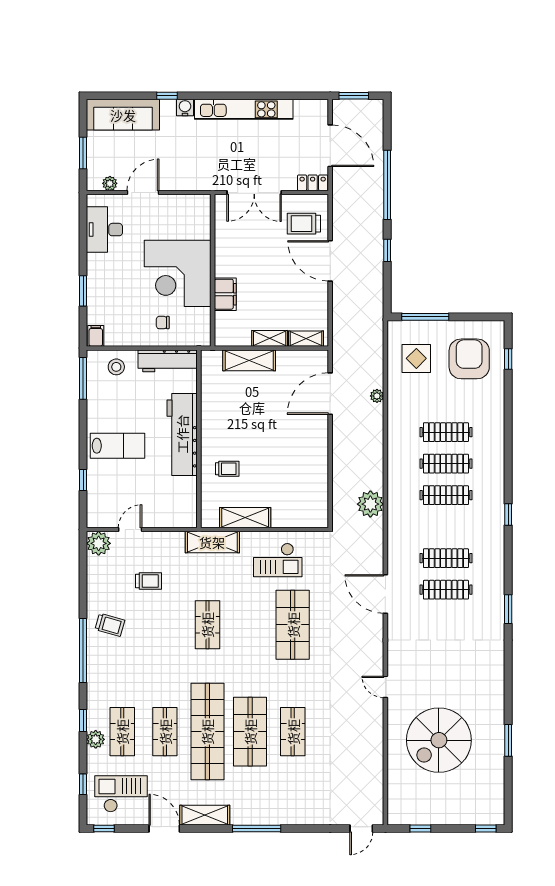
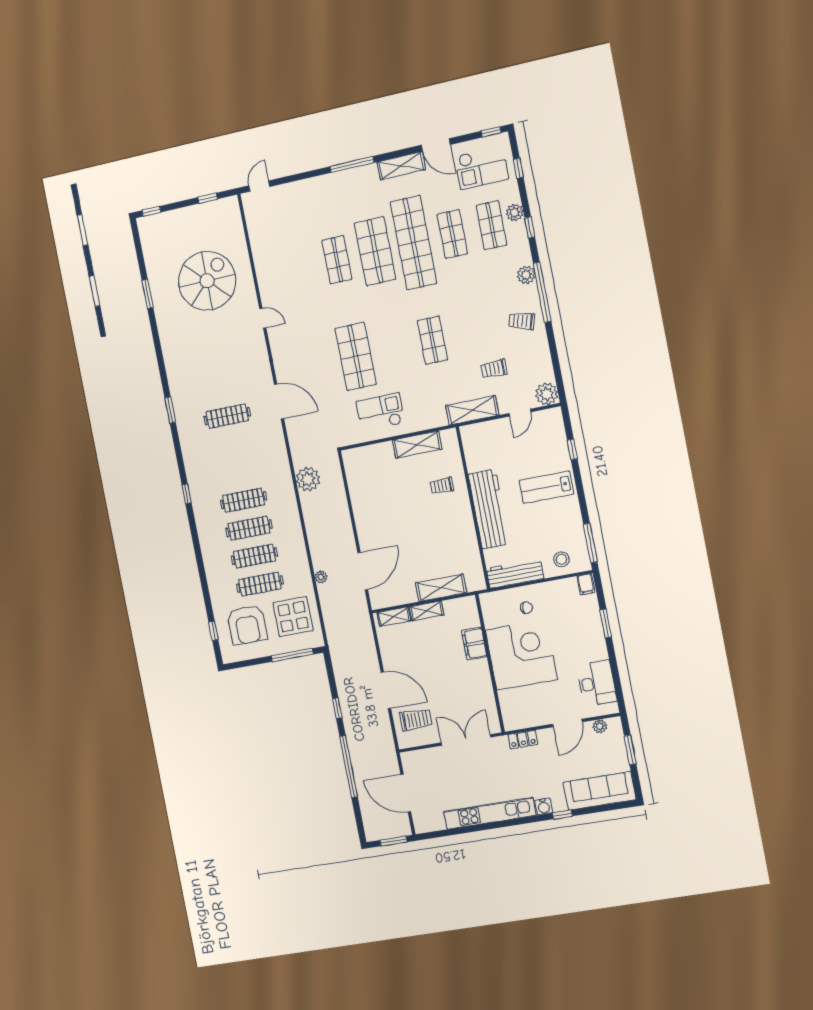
locker: (313, 183) -> (523, 740), moved
display table: (416, 358) -> (293, 617), width x1.36, depth x1.36
shelving: (212, 542) -> (472, 410), moved
clothes rail: (446, 558) -> (260, 584), moved
plant: (96, 672) -> (526, 275), added

